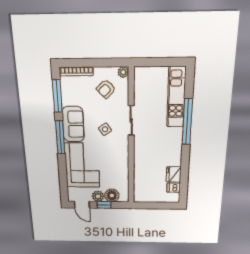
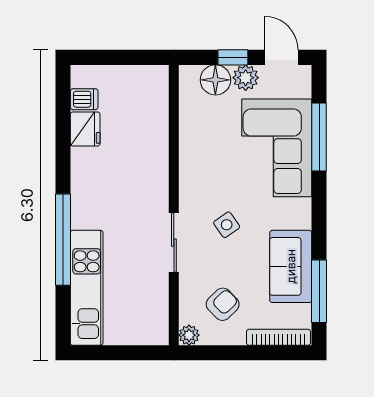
sofa: (73, 124) -> (291, 266), moved
window: (60, 137) -> (319, 137), moved

